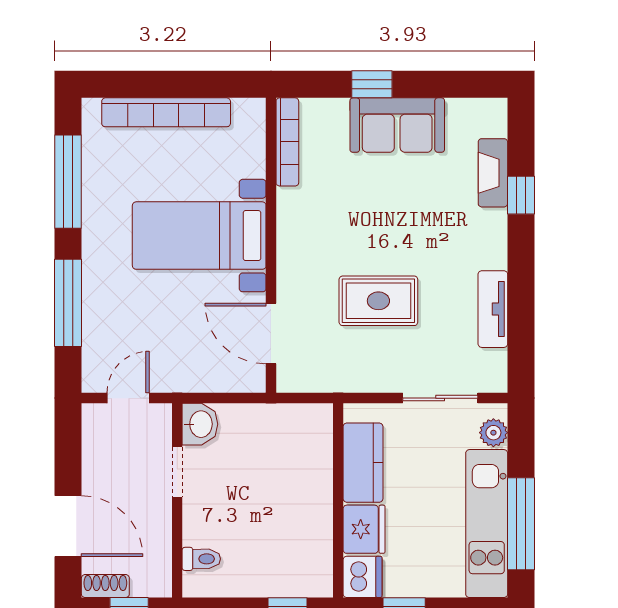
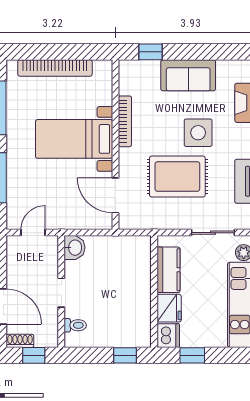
window: (372, 84) -> (151, 52), moved
bookcase: (287, 142) -> (125, 121), moved
side table: (414, 225) -> (198, 133), added
rug: (378, 301) -> (177, 177), width x1.36, depth x1.43
doorway: (177, 472) -> (61, 293), moved

